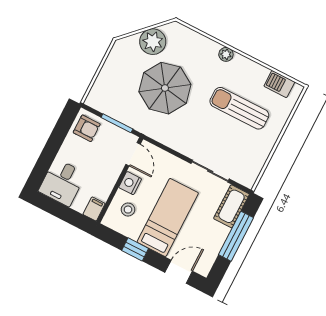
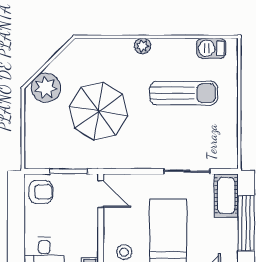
plant: (153, 42) -> (46, 88), moved
sun lounger: (239, 108) -> (184, 93), turned 180
nightstand: (130, 183) -> (113, 225), removed

